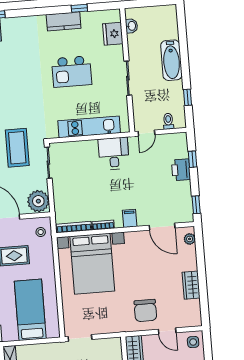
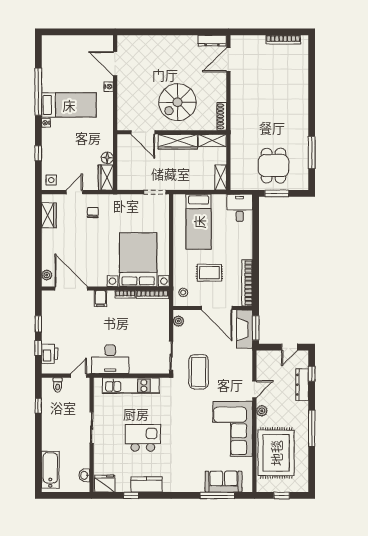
fridge: (113, 34) -> (105, 484), moved, turned -90
bathtub: (171, 60) -> (50, 470), moved
desk: (114, 154) -> (110, 359), width x1.37
printer: (181, 170) -> (50, 354), moved
plant: (38, 201) -> (178, 321), width x0.53, depth x0.53
window: (196, 205) -> (38, 324), moved
door: (162, 227) -> (71, 288), width x1.36
wardrobe: (191, 285) -> (49, 215), moved
chair: (145, 311) -> (93, 213), width x0.54, depth x0.54
door: (167, 331) -> (74, 192), hinge flipped

